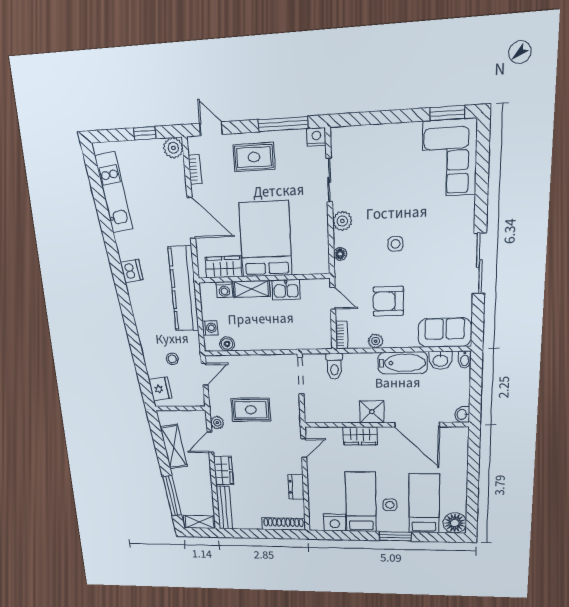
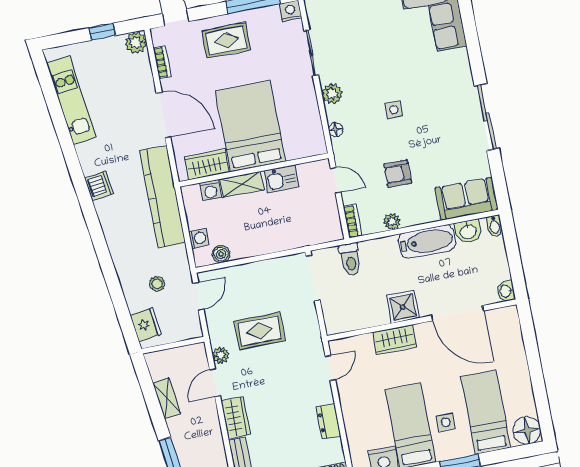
armchair: (388, 301) -> (398, 174), width x0.72, depth x0.72
shelving: (174, 447) -> (167, 398), width x0.67, depth x0.75

